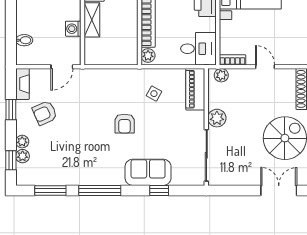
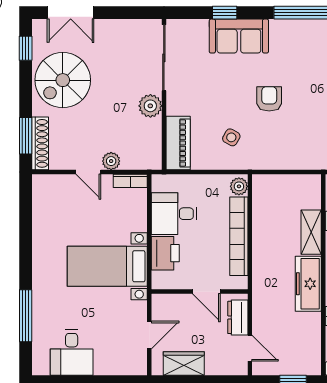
desk: (198, 49) -> (174, 214), moved
plant: (221, 75) -> (111, 161), moved

